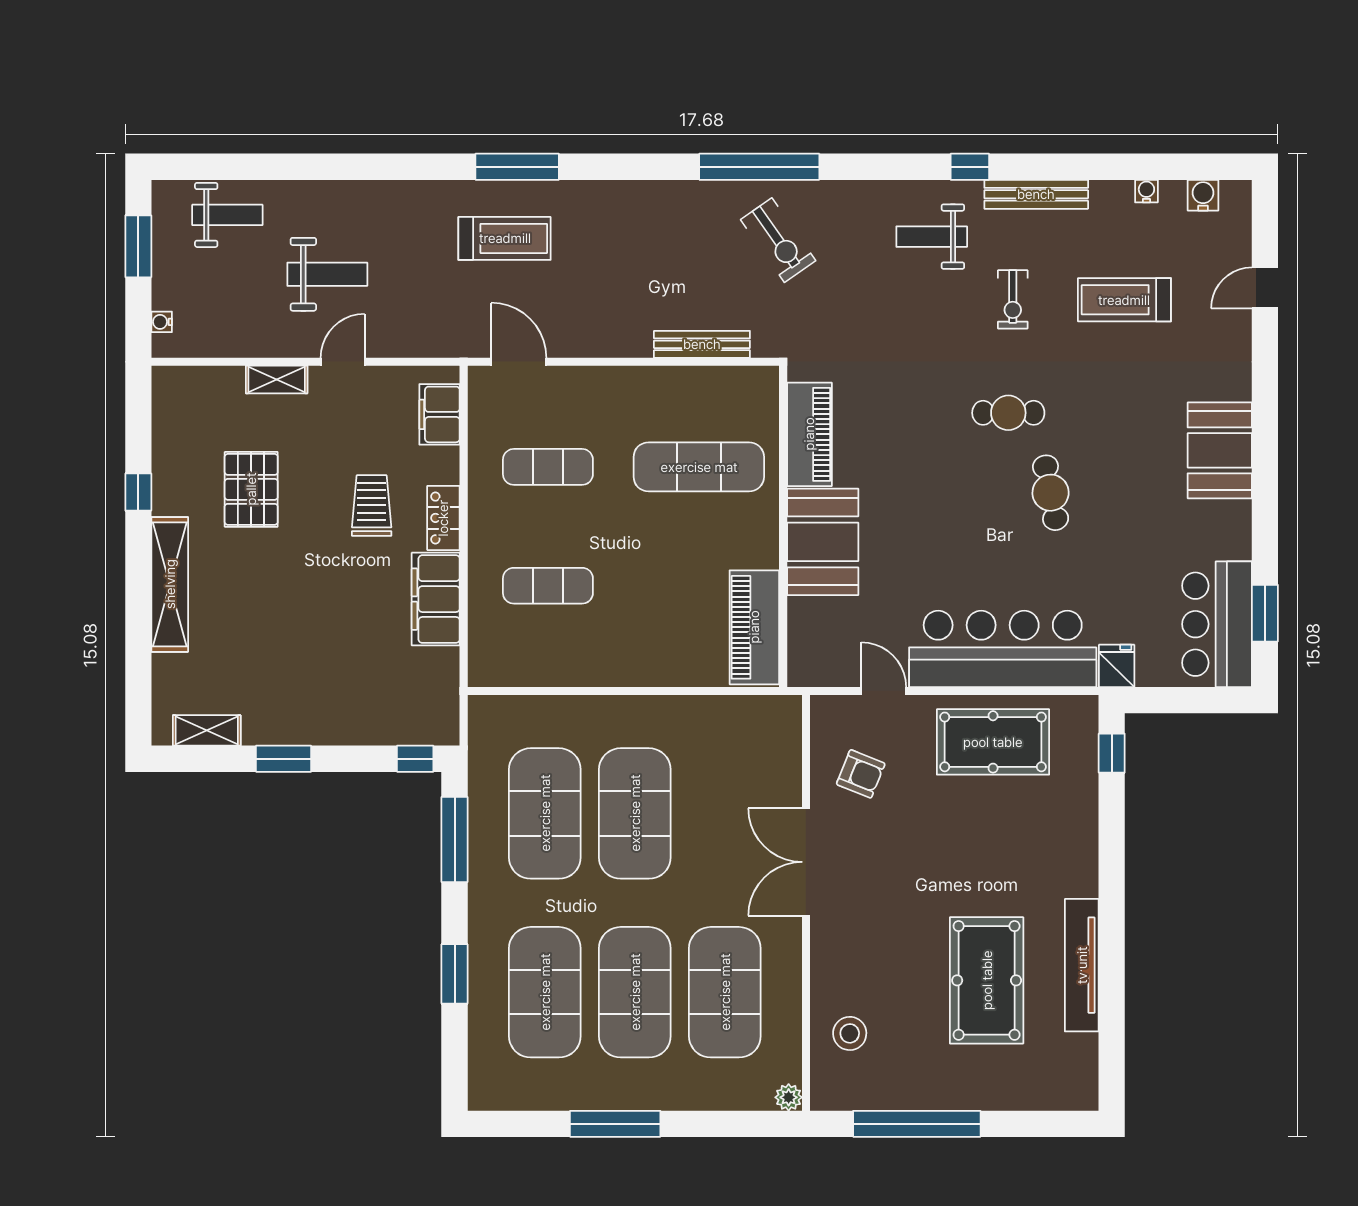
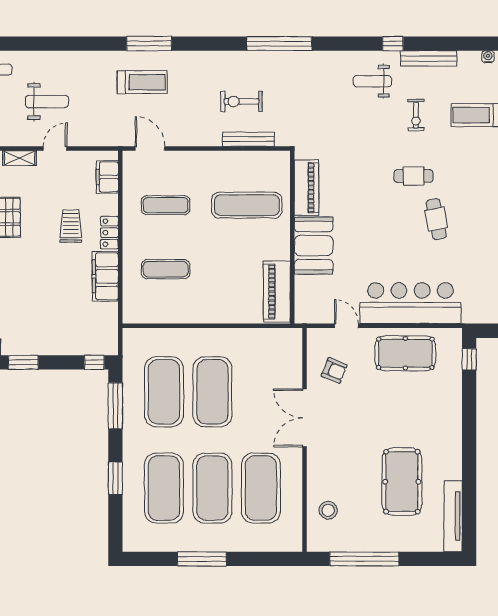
exercise bike: (778, 240) -> (241, 101), moved, turned 125
fridge: (1117, 666) -> (472, 312), removed
tv unit: (1082, 965) -> (453, 516), moved
plant: (789, 1097) -> (295, 545), removed

